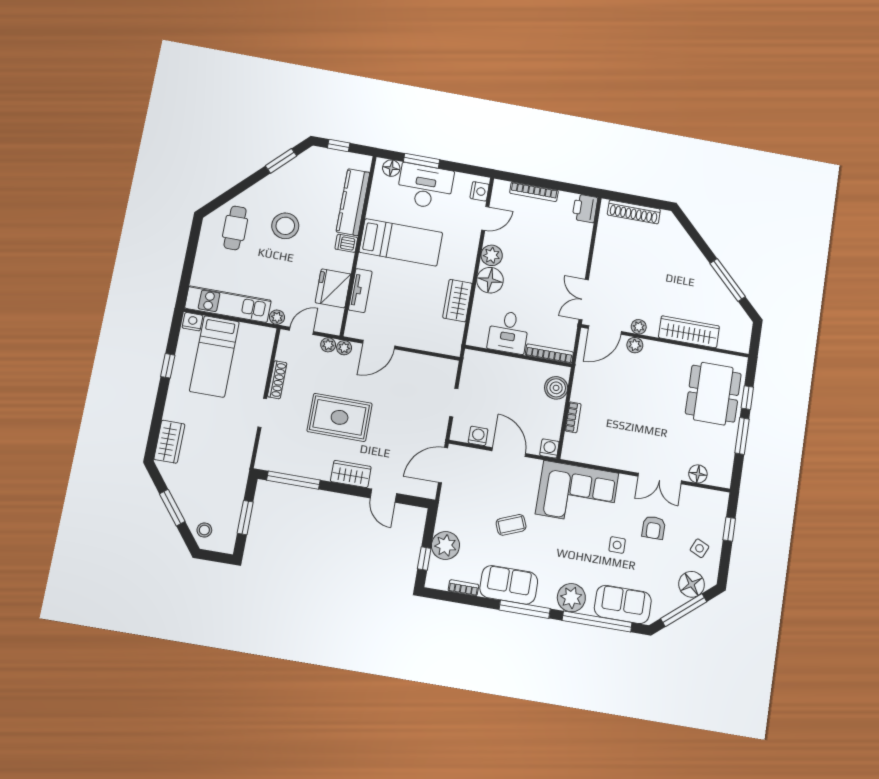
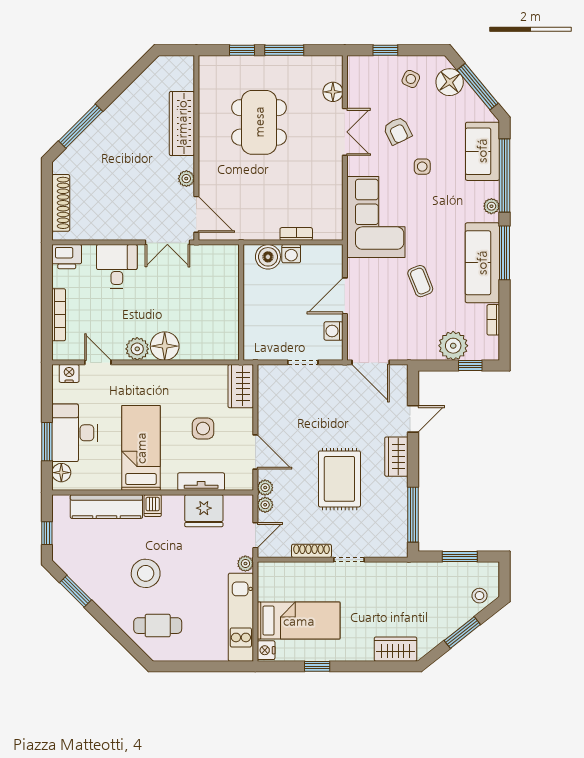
window: (728, 280) -> (81, 126), moved
side table: (409, 301) -> (203, 429), added
wardrobe: (457, 301) -> (241, 386), moved, turned 90
door: (302, 331) -> (255, 535), swing flipped
desk: (508, 332) -> (117, 266), moved, turned -90
plant: (635, 345) -> (207, 180), removed
bookcase: (549, 354) -> (233, 270), removed
dining table: (713, 394) -> (259, 122), moved, turned 90
washing machine: (549, 448) -> (291, 254), moved, turned -90
armchair: (654, 528) -> (398, 131), turned 64
sofa: (509, 585) -> (482, 263), width x1.36
plant: (571, 598) -> (491, 206), width x0.53, depth x0.53

